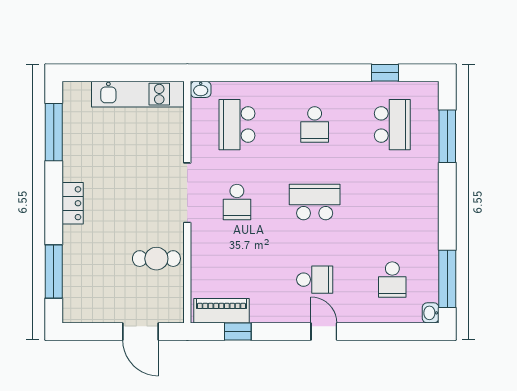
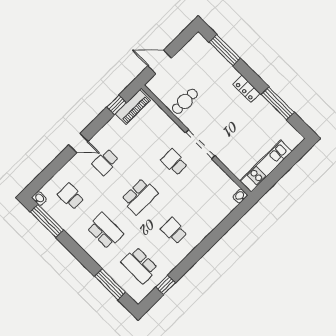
school desk: (237, 125) -> (105, 231), moved
window: (54, 132) -> (278, 103), moved

